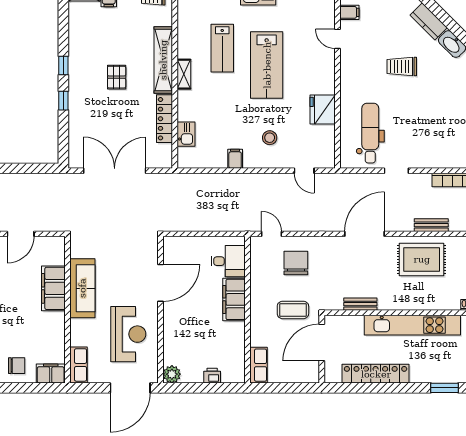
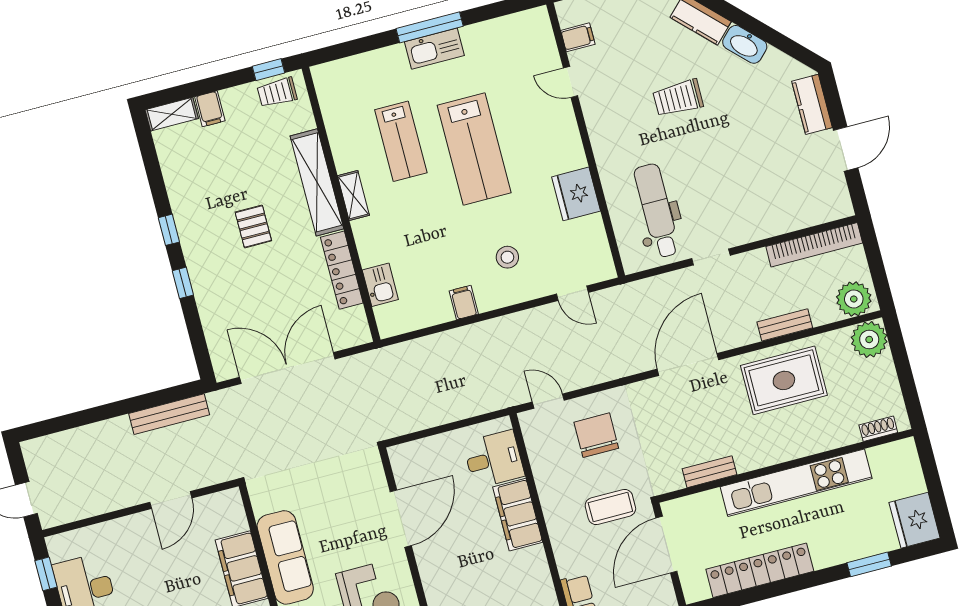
bench: (34, 180) -> (169, 414), added

